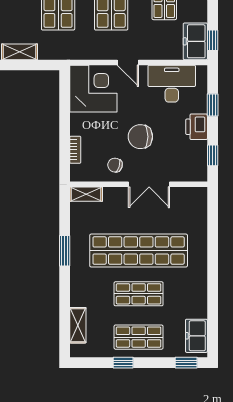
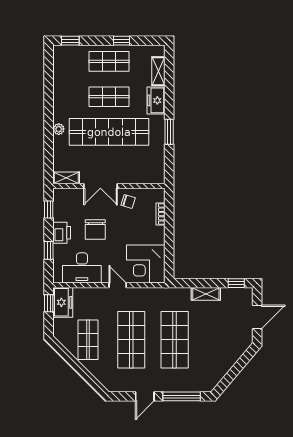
chair: (140, 137) -> (95, 230), moved, turned 90
double door: (149, 184) -> (100, 186), swing flipped
shelving: (86, 194) -> (66, 178), moved
plant: (200, 254) -> (59, 129), added
freezer: (196, 336) -> (156, 100), moved, turned 180

